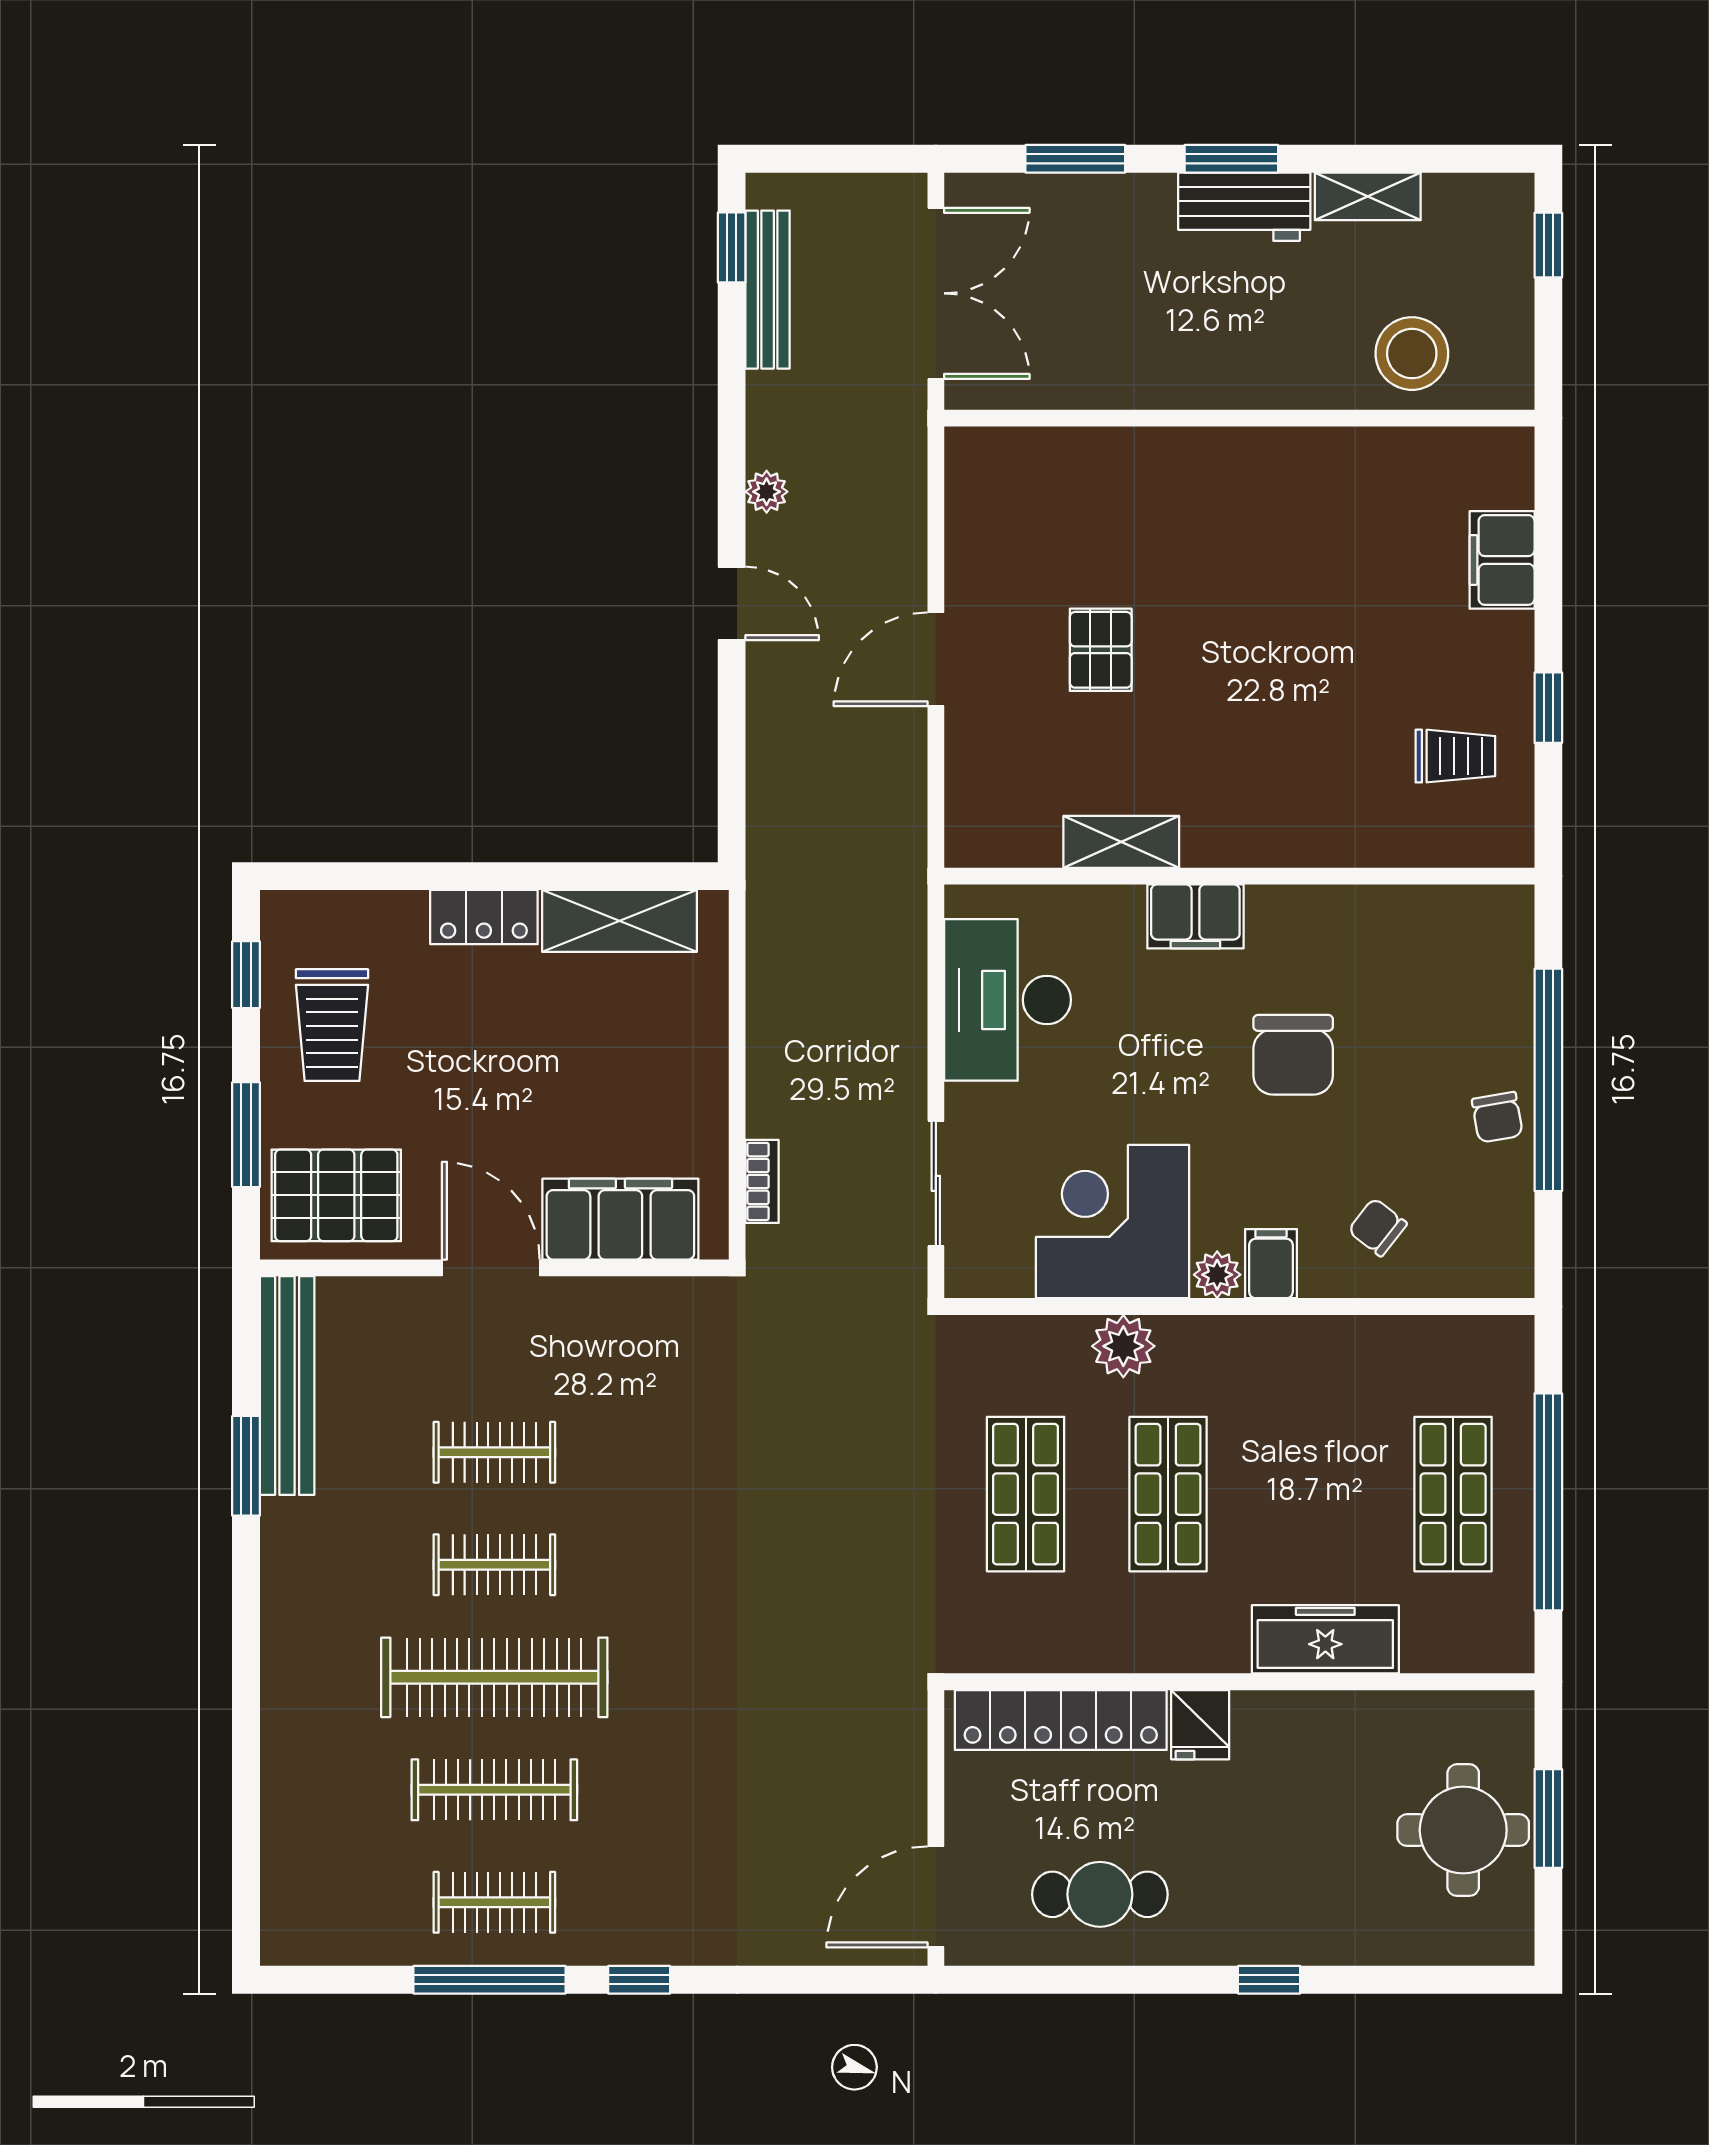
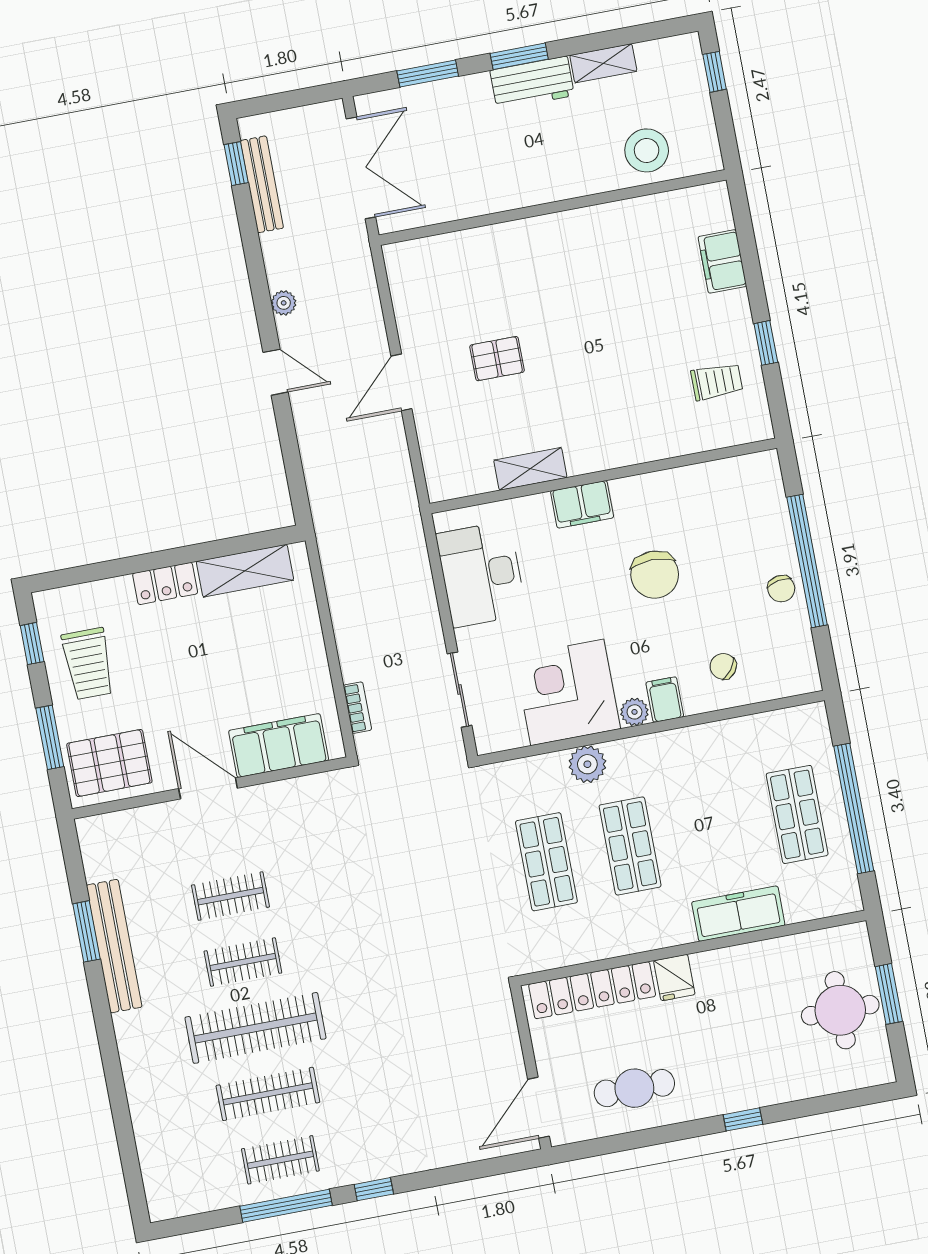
pallet: (1101, 650) -> (497, 359), turned 90
bench: (287, 1386) -> (114, 946), moved

